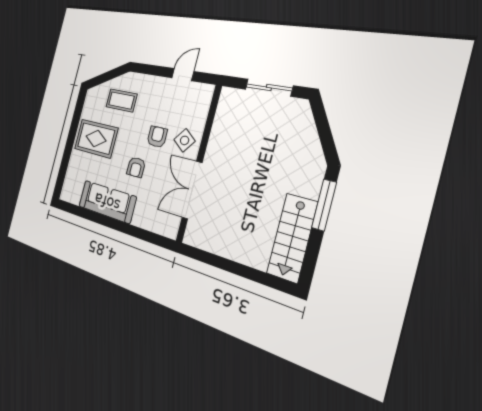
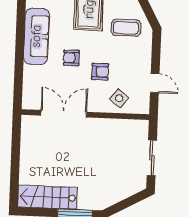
coffee table: (121, 100) -> (126, 28), turned 90
side table: (185, 140) -> (119, 98), moved

